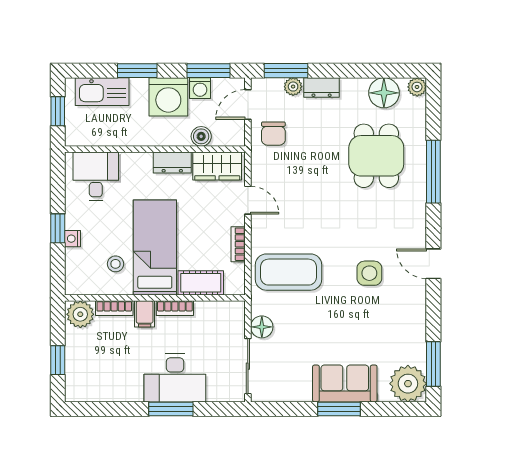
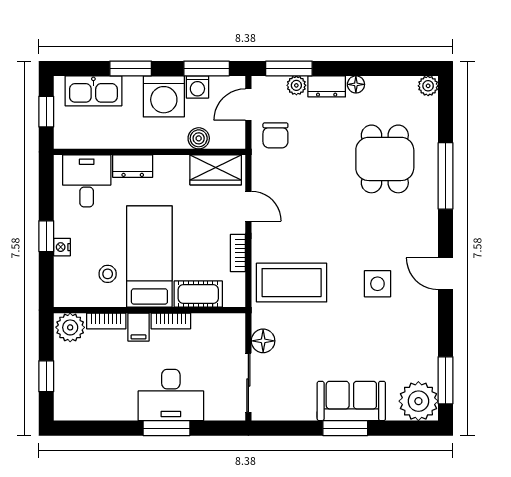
floor lamp: (384, 93) -> (356, 84), moved, width x0.53, depth x0.53
dresser: (172, 163) -> (133, 166), moved

